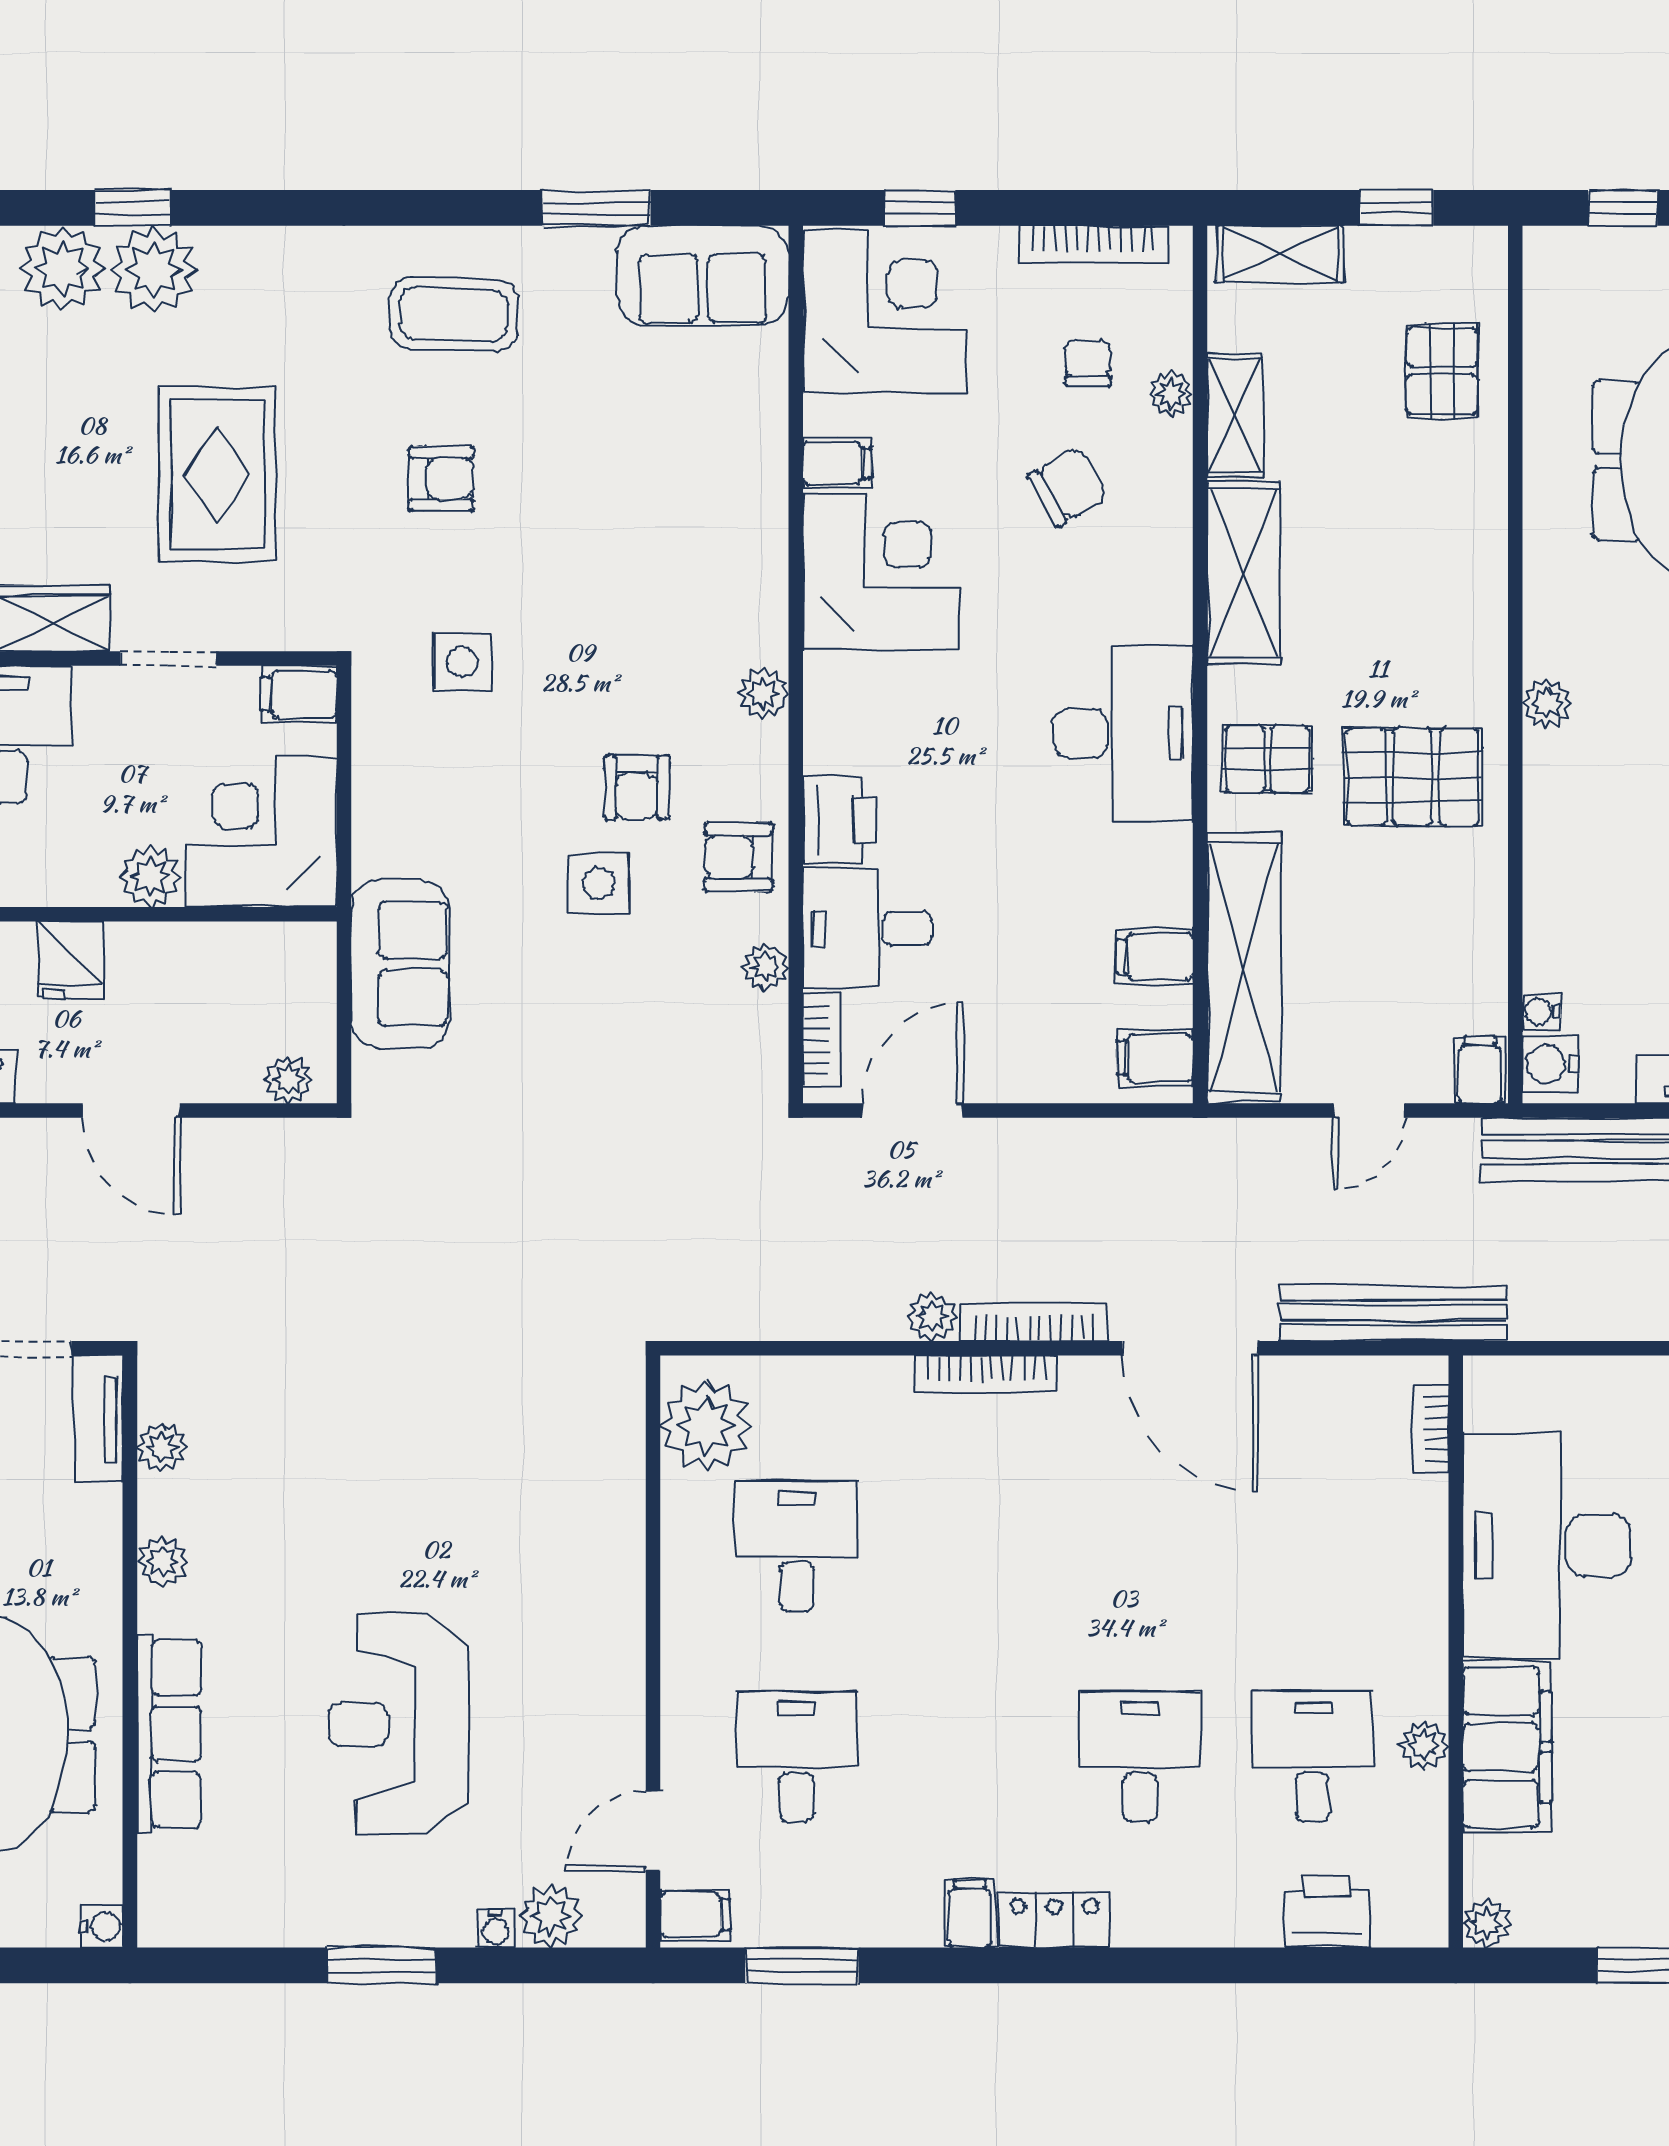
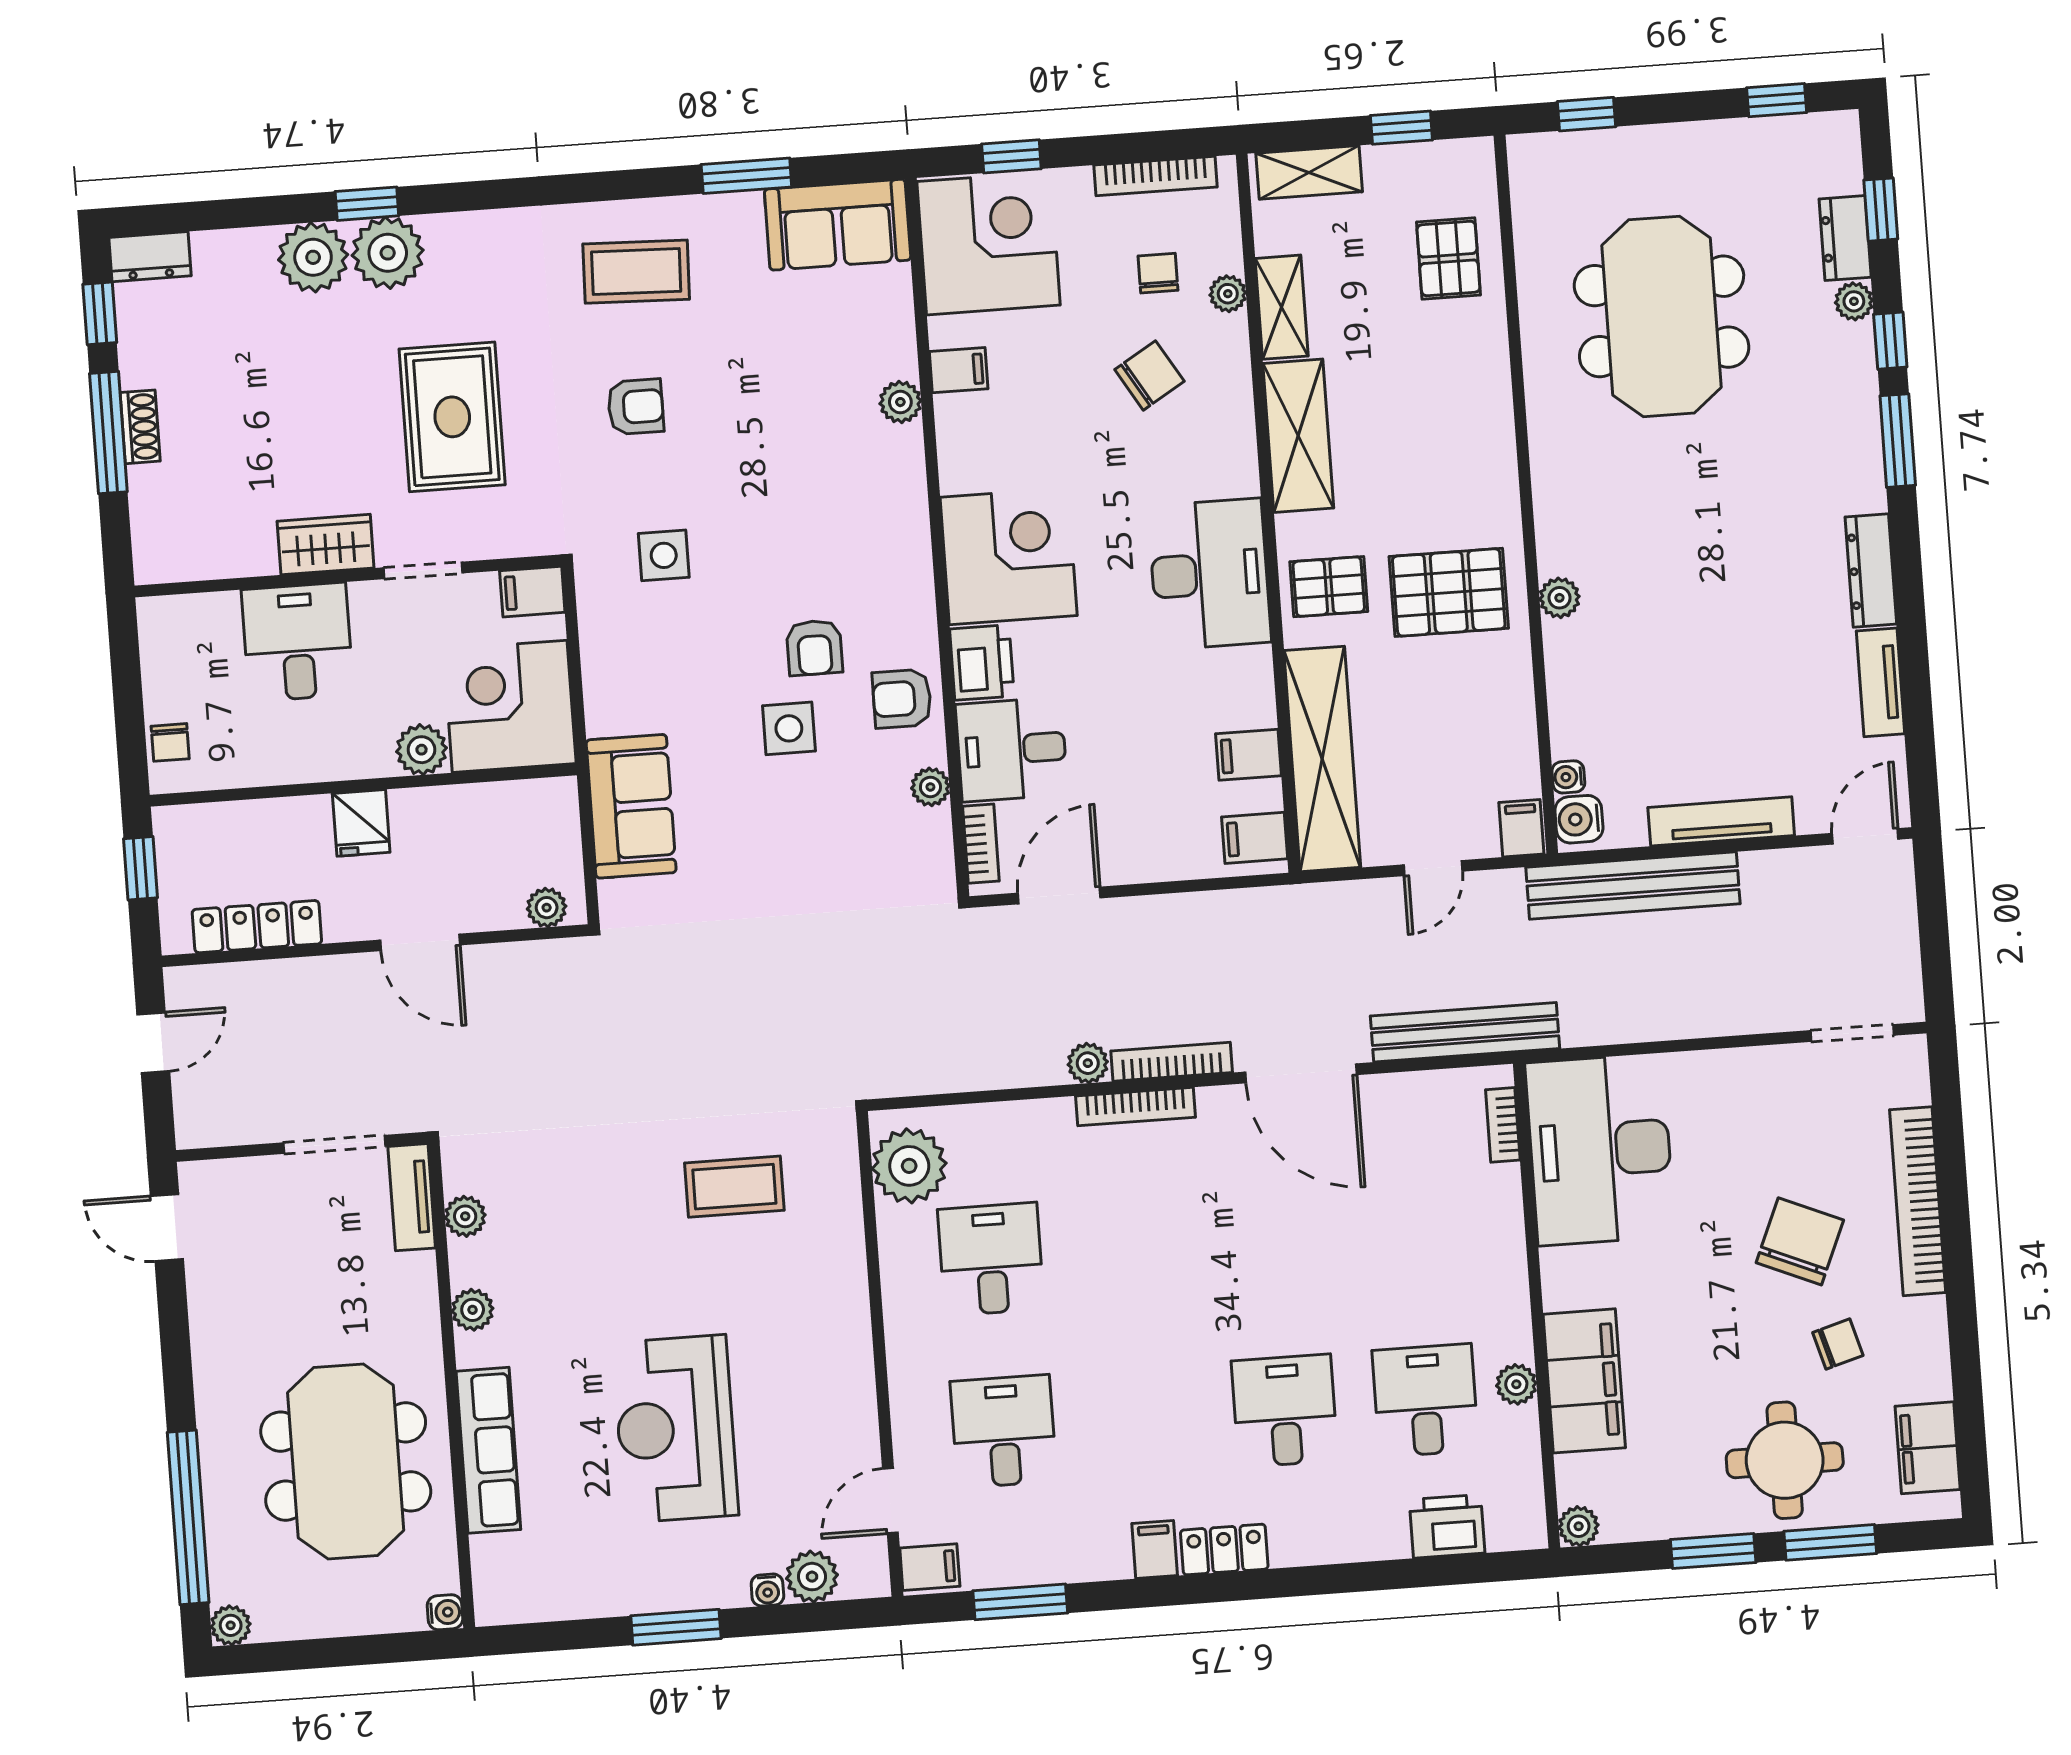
corner desk: (881, 571) -> (1009, 556), moved
plant: (763, 694) -> (900, 402), moved
plant: (1547, 703) -> (1559, 598), moved
coffee table: (491, 1435) -> (734, 1187), added
desk: (1547, 1545) -> (1600, 1150), moved

